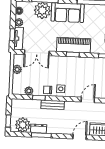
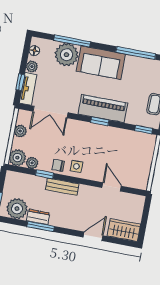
plant: (18, 89) -> (17, 158), added
door: (88, 100) -> (112, 187), hinge flipped

